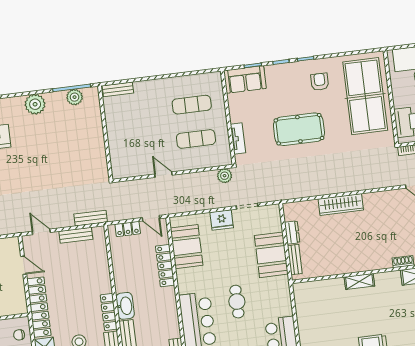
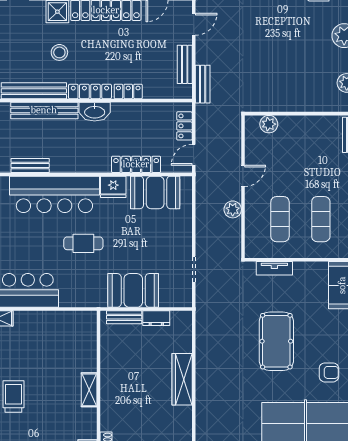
plant: (117, 158) -> (269, 124), added
plant: (225, 176) -> (233, 209), moved
fridge: (222, 220) -> (113, 187), moved, turned -90
locker: (105, 280) -> (128, 91), added

